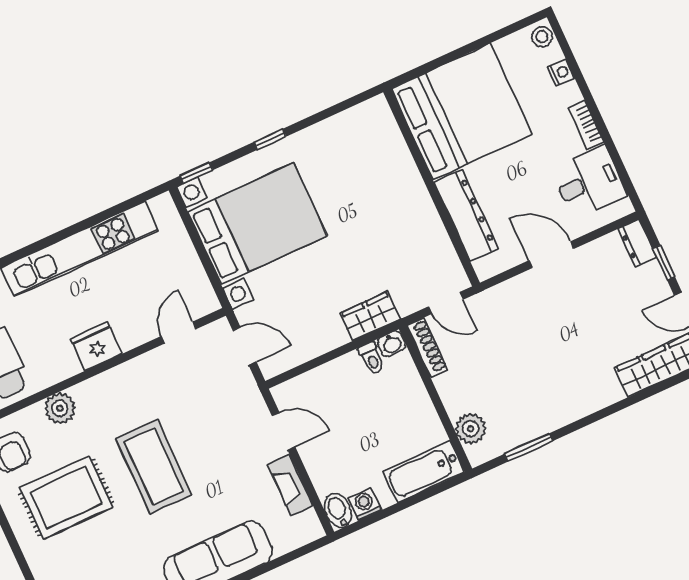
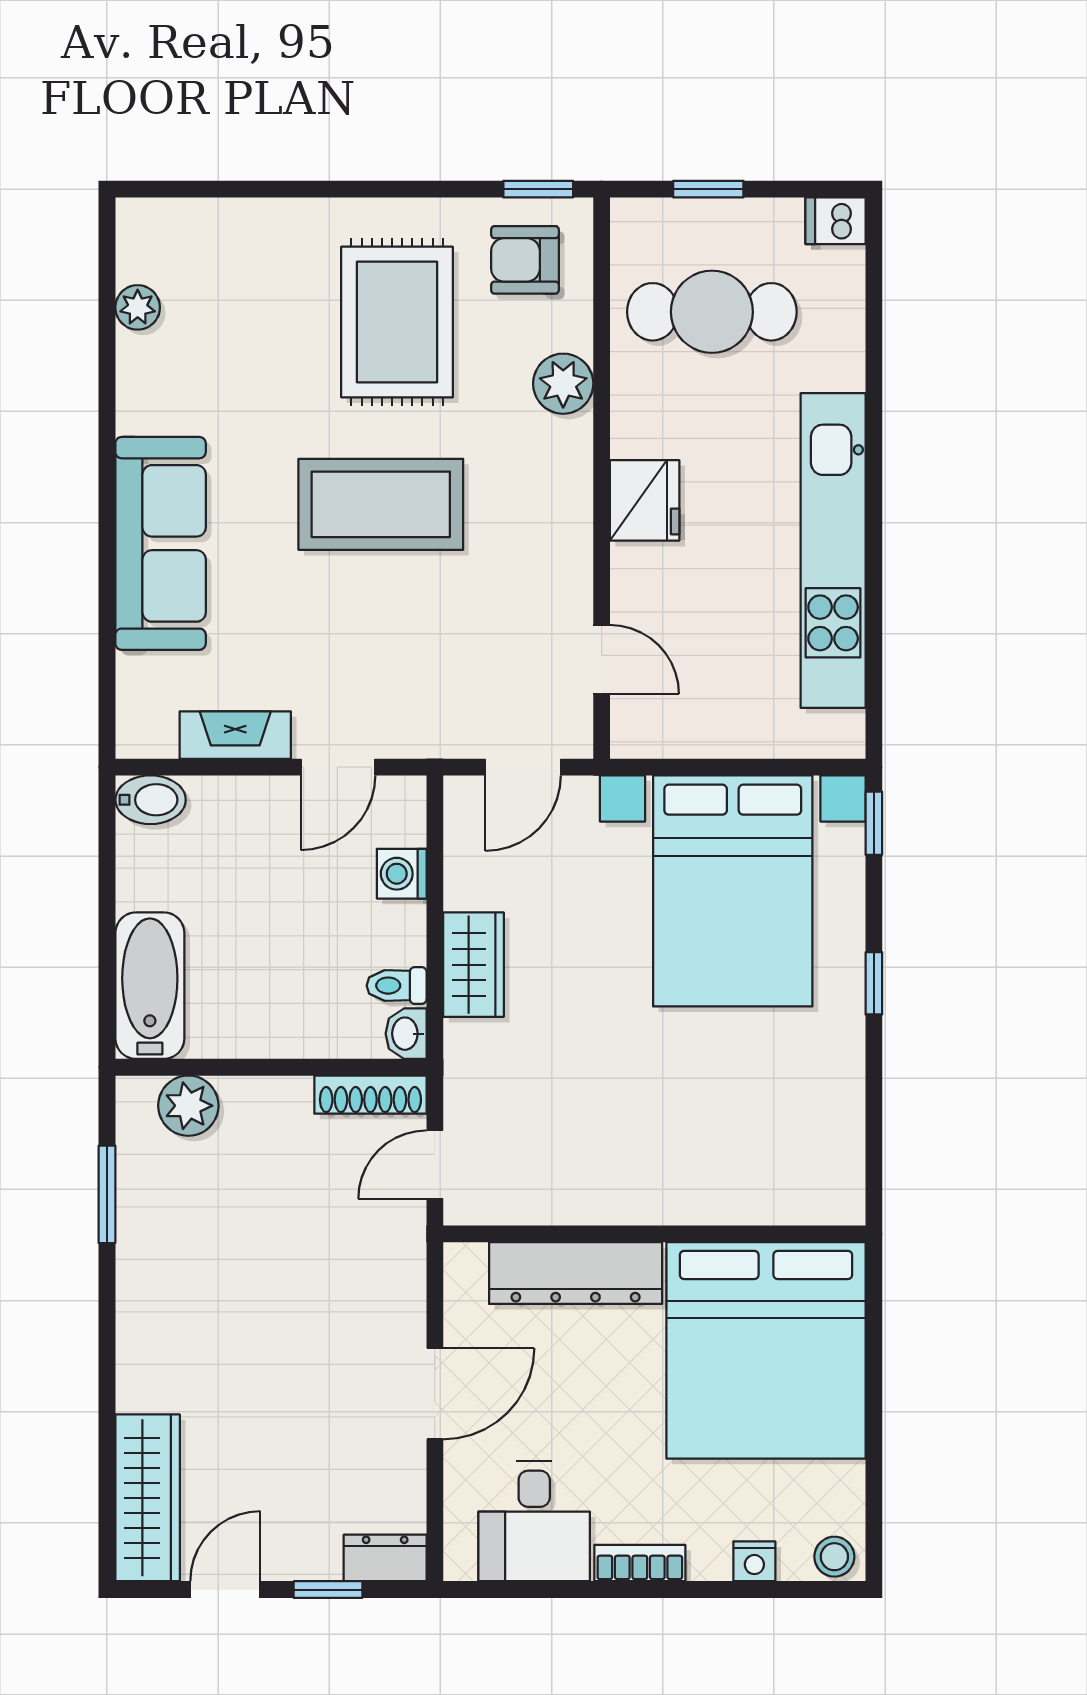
wardrobe: (370, 316) -> (473, 965), moved
washing machine: (365, 504) -> (402, 874), moved, turned 180

